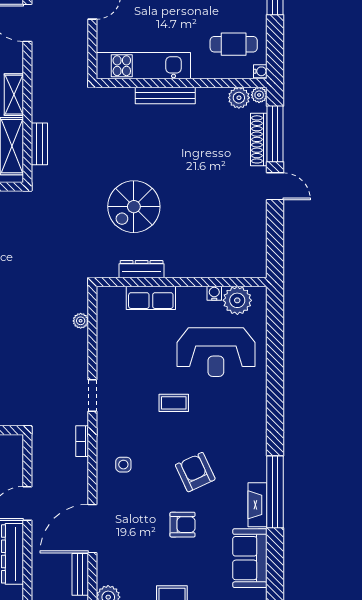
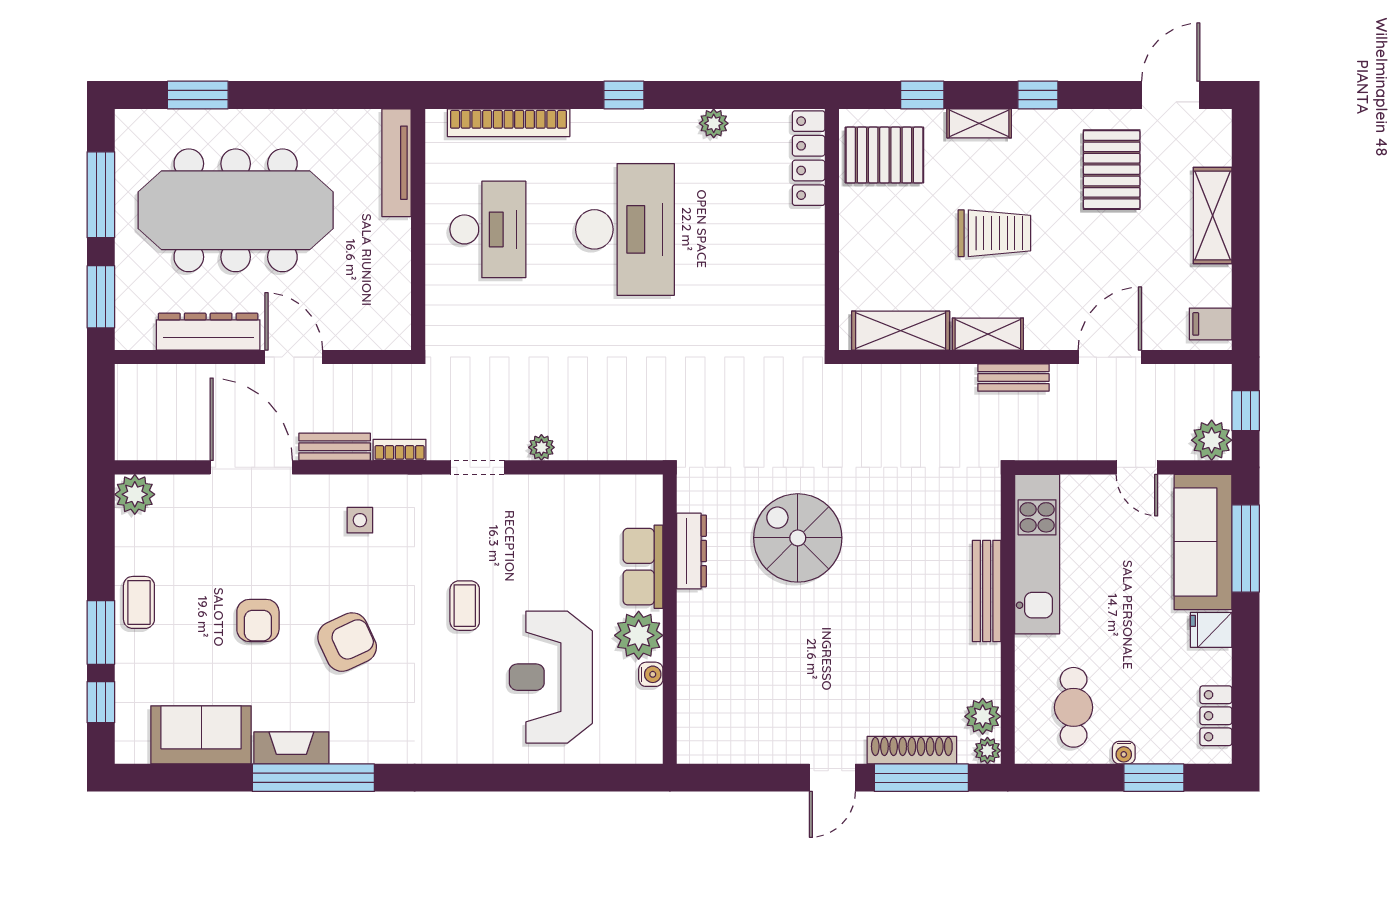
water cooler: (260, 71) -> (1124, 753), moved
bench: (39, 144) -> (1013, 378), moved
plant: (237, 300) -> (639, 635), moved
plant: (81, 321) -> (541, 447), moved
bench: (80, 574) -> (335, 447), moved

